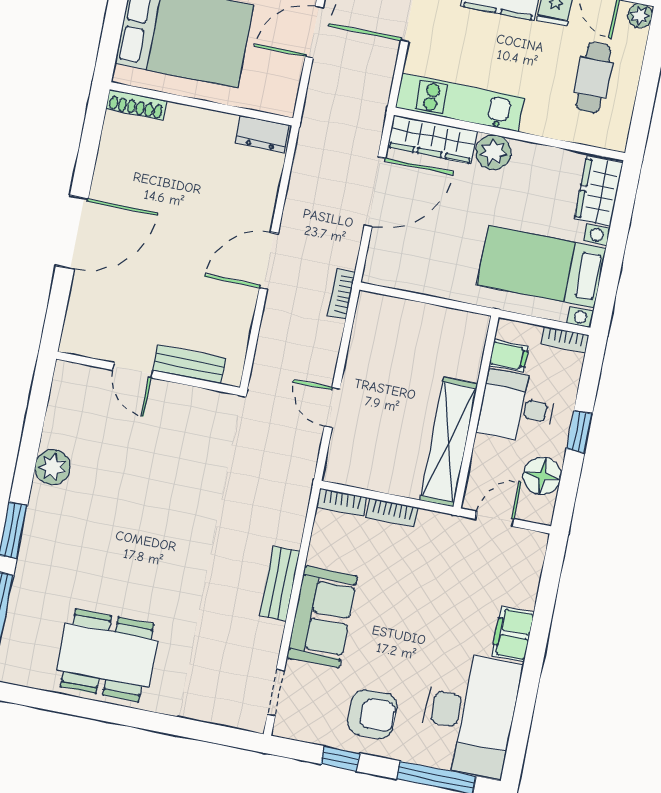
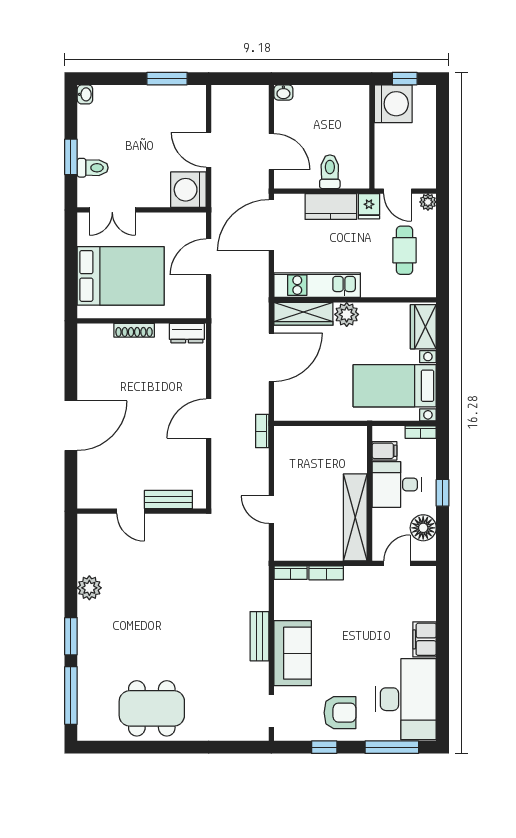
shoe rack: (136, 105) -> (134, 330), moved

